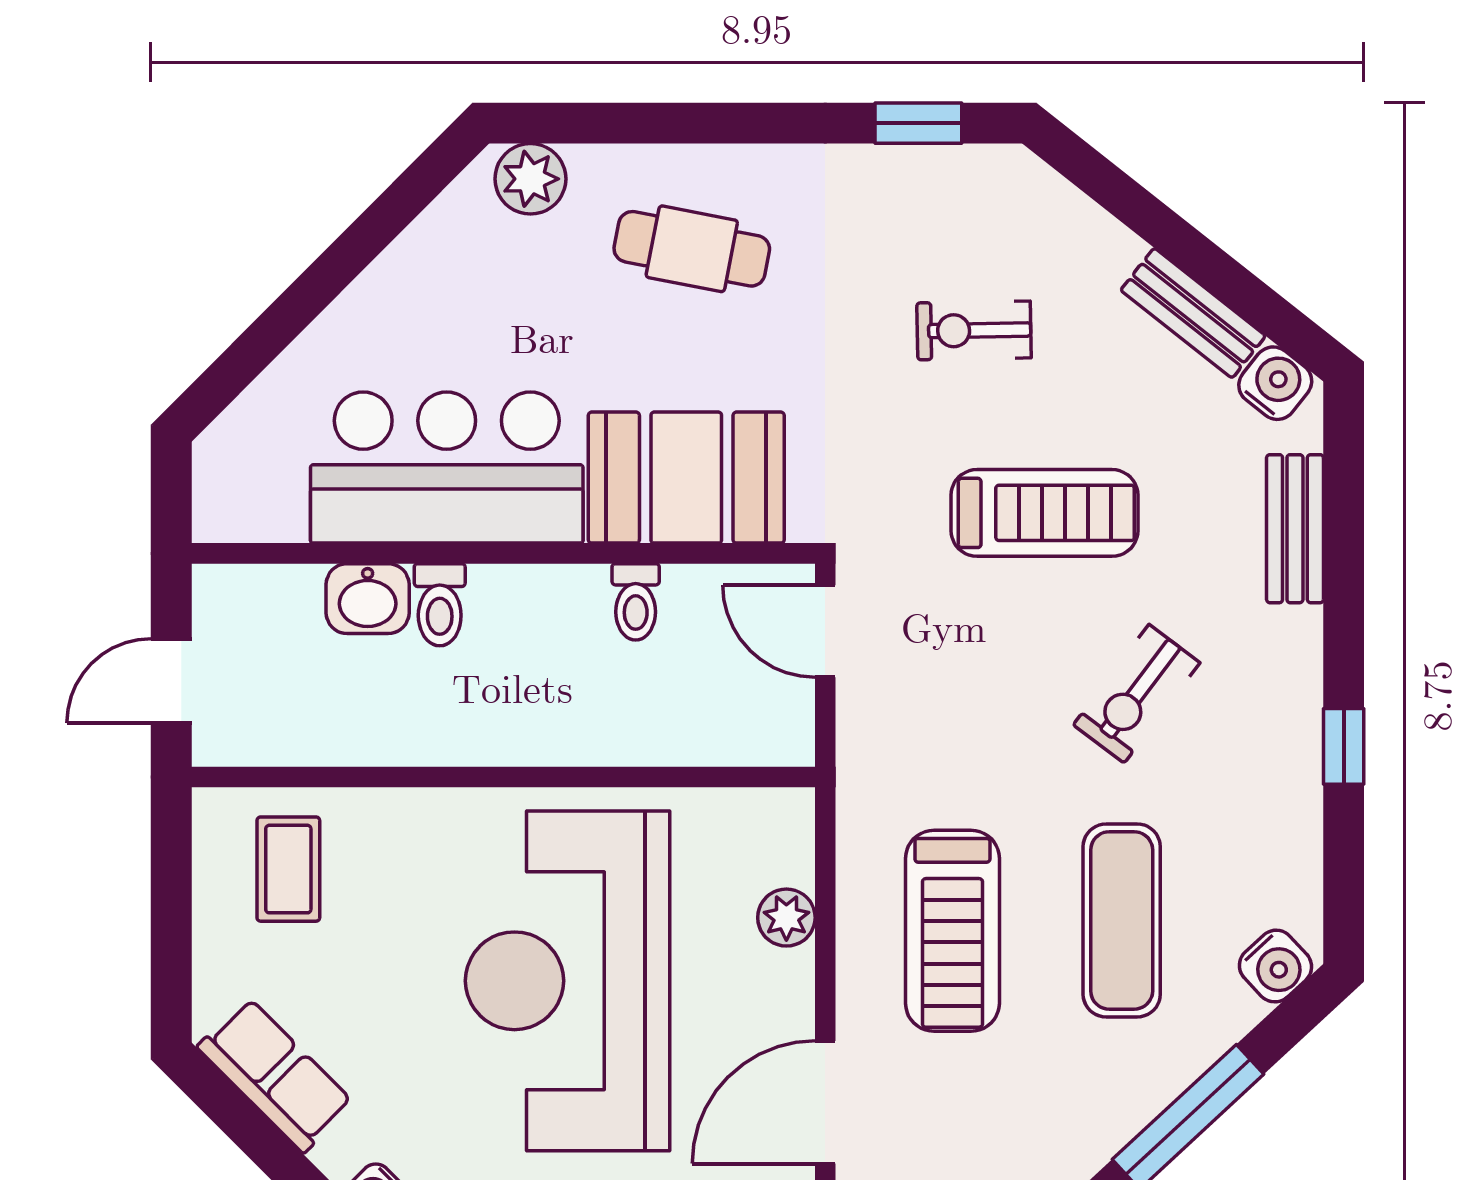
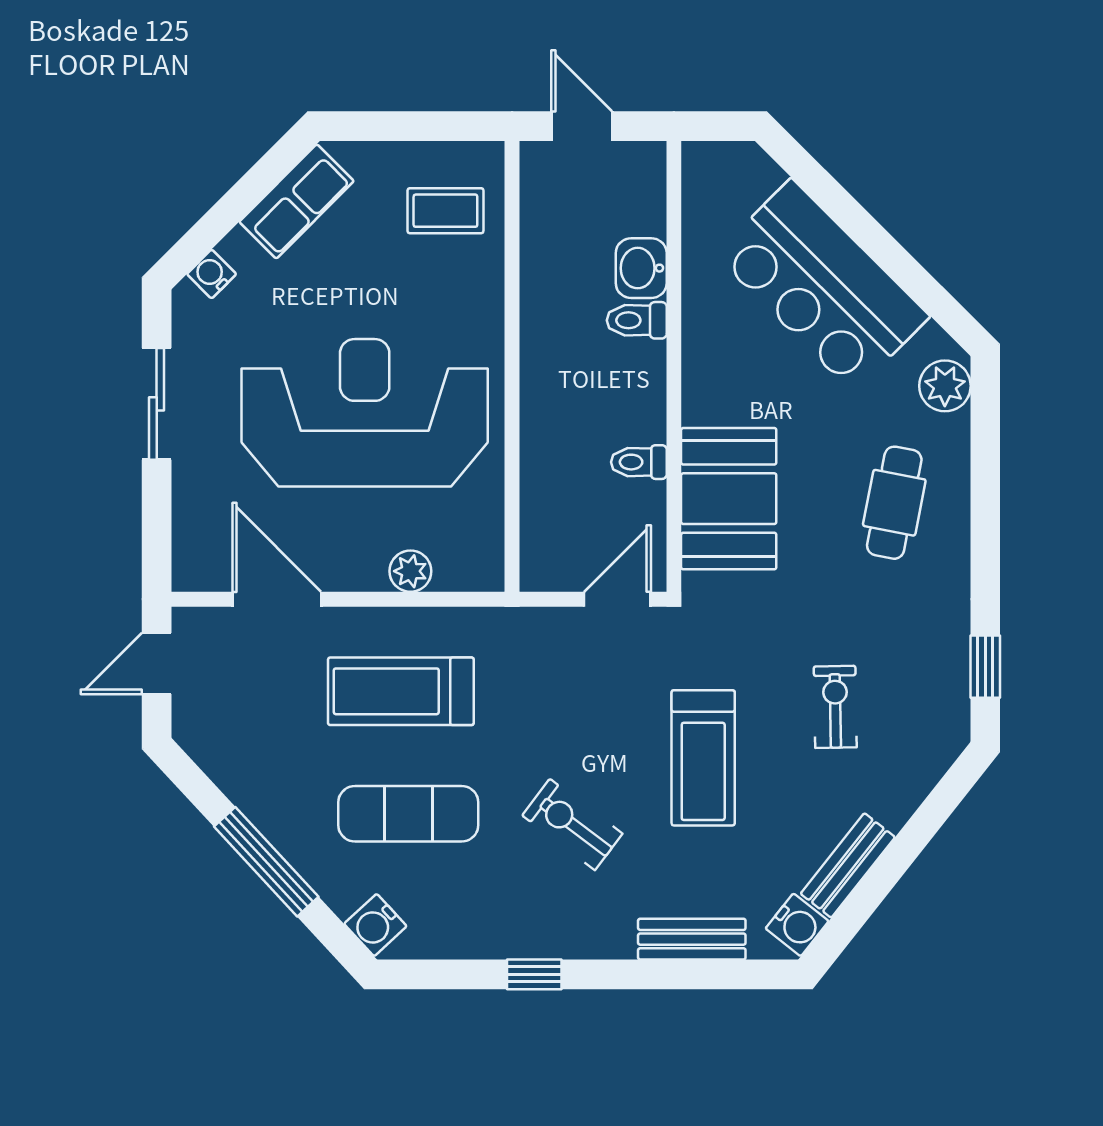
bar counter: (447, 468) -> (822, 286), moved, turned 135

